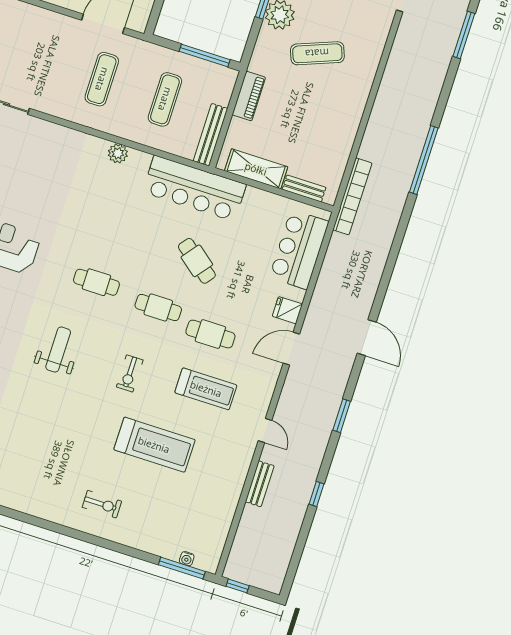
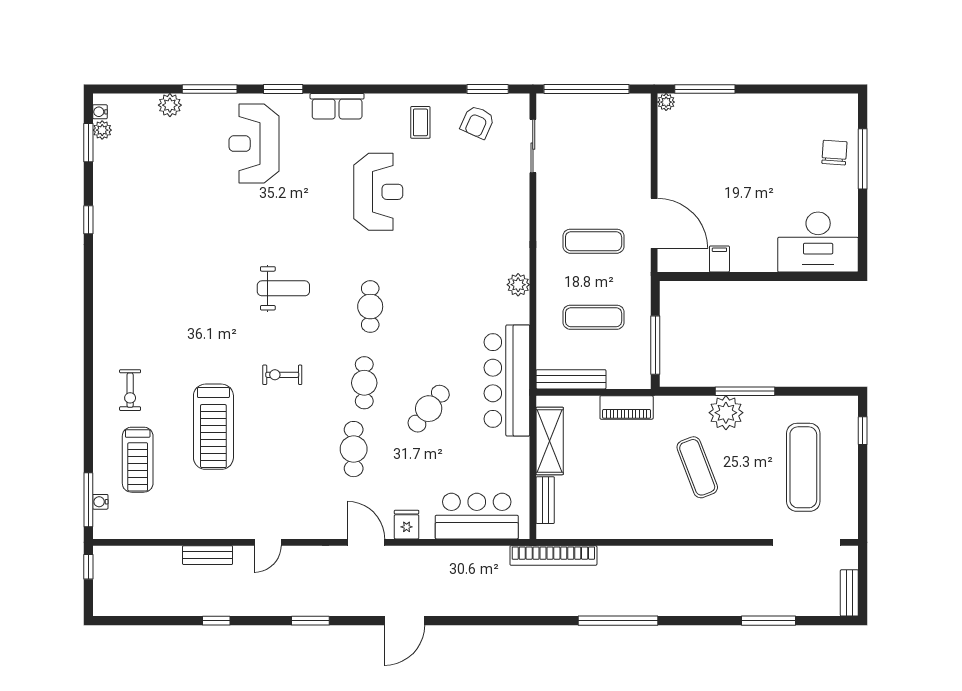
treadmill: (206, 389) -> (138, 460), moved

